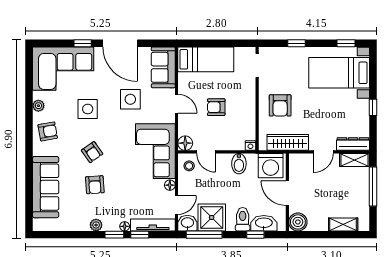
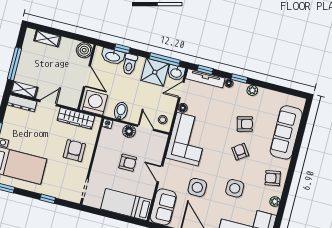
floor lamp: (185, 143) -> (129, 131), moved
armchair: (95, 185) -> (245, 124), turned 80
window: (140, 235) -> (205, 70), moved

